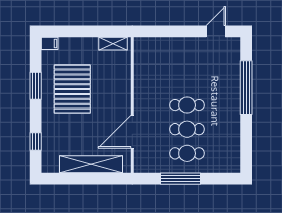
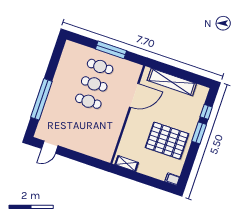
window: (36, 86) -> (199, 133), moved
pallet: (72, 89) -> (167, 141), turned 90

